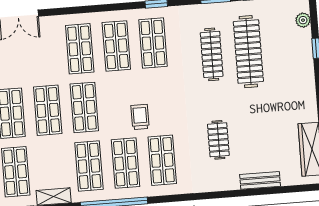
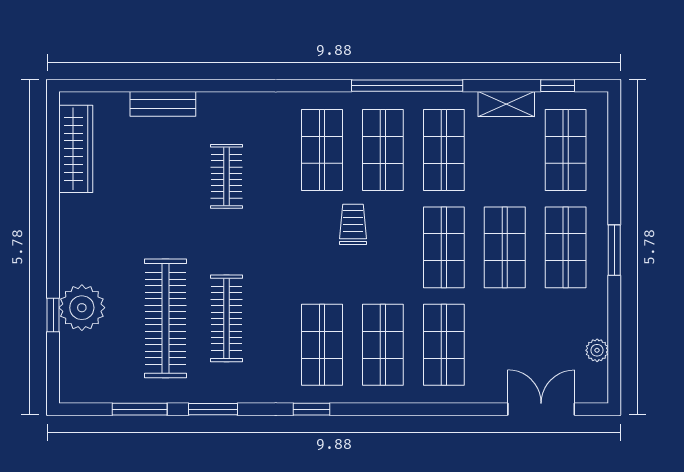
plant: (303, 20) -> (82, 308), moved, width x1.87, depth x1.87
trolley: (140, 117) -> (353, 224), turned 180

